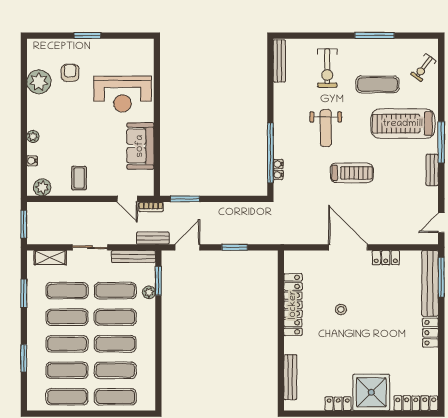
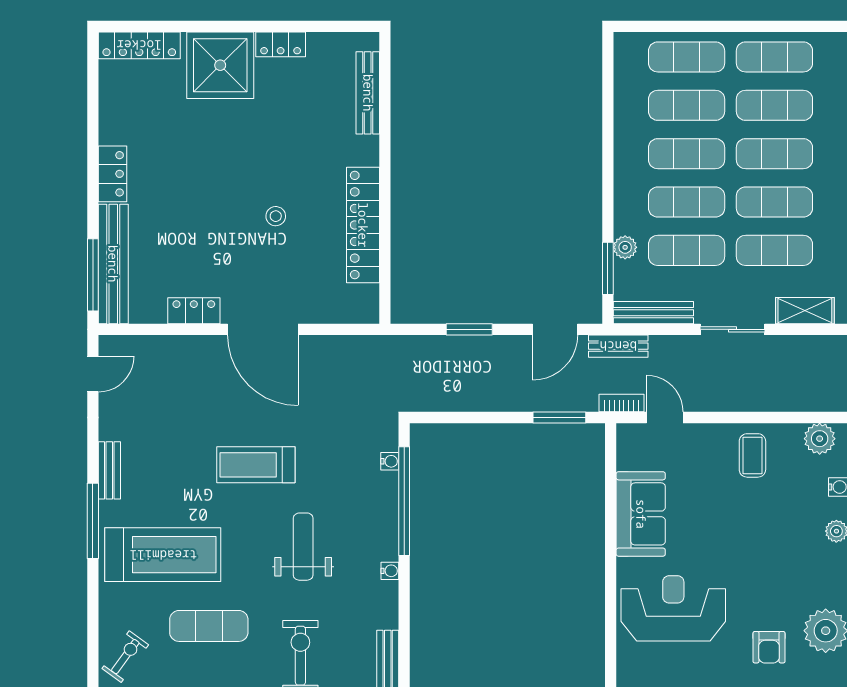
water cooler: (278, 164) -> (390, 571), moved

